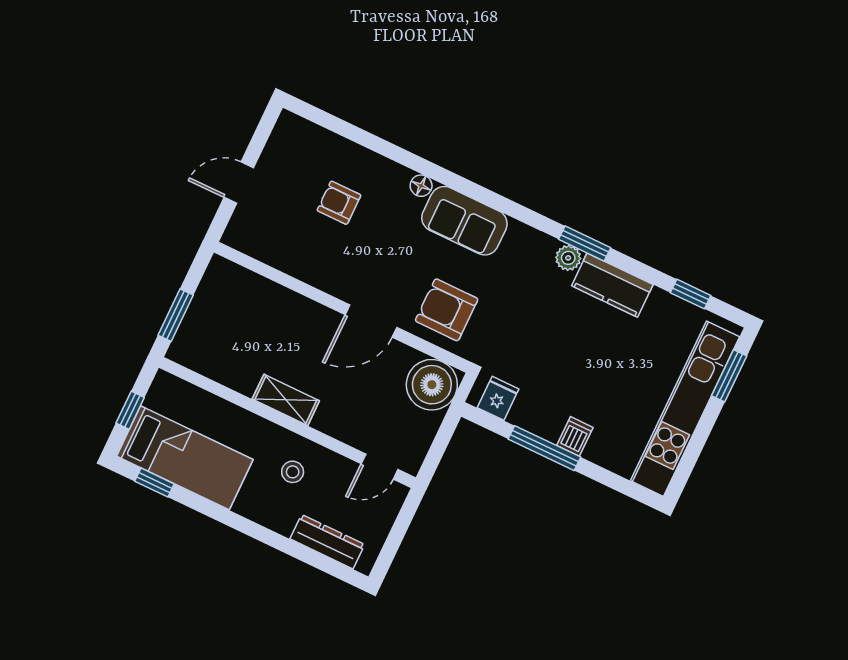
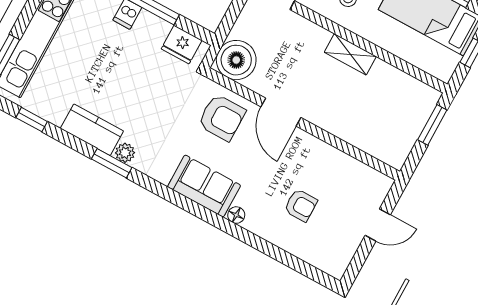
door: (371, 321) -> (281, 112), swing flipped
fridge: (498, 398) -> (182, 45), width x1.38

